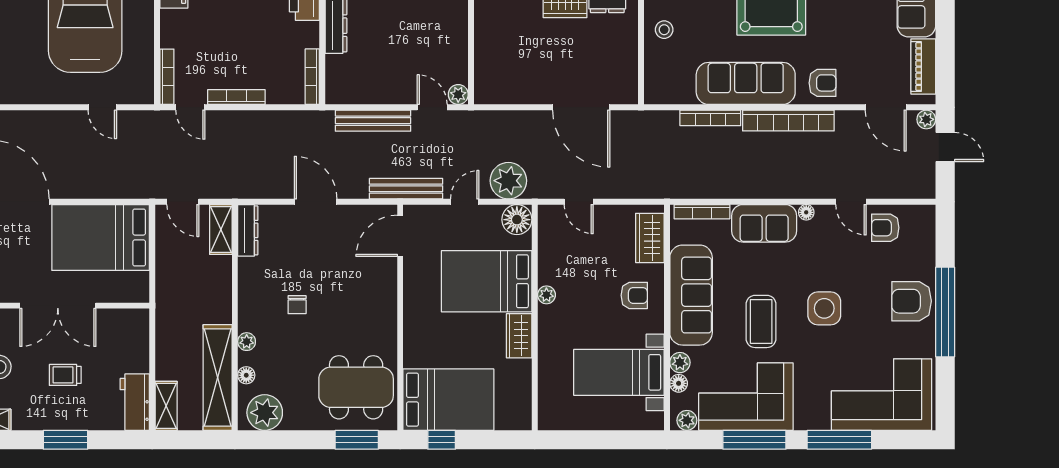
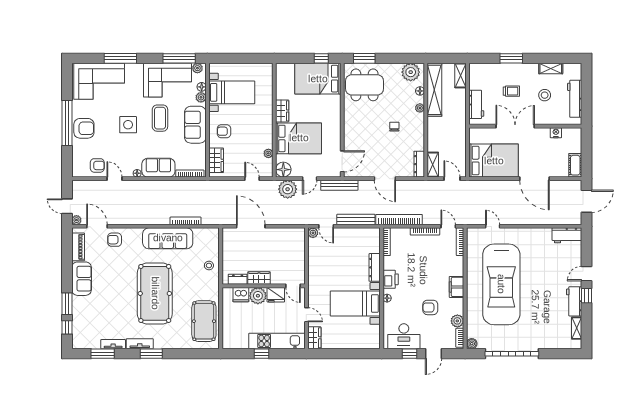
armchair: (823, 83) -> (115, 240), moved
bookcase: (788, 121) -> (399, 220), moved
plant: (546, 295) -> (268, 153), moved
sofa: (691, 295) -> (195, 125), width x0.73
workbench: (135, 402) -> (476, 104), moved
window: (754, 440) -> (179, 58), moved

